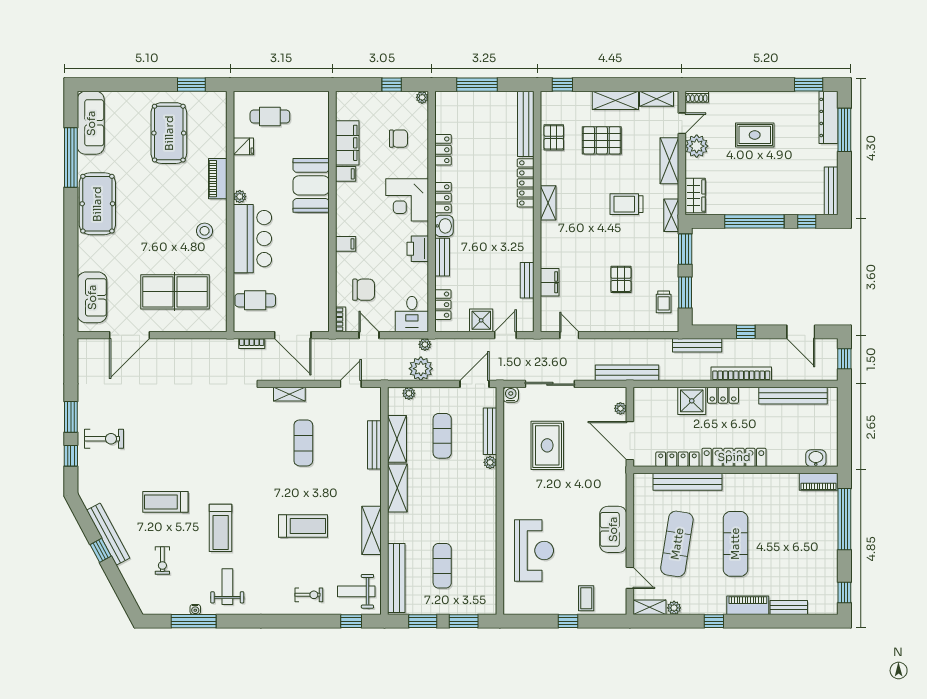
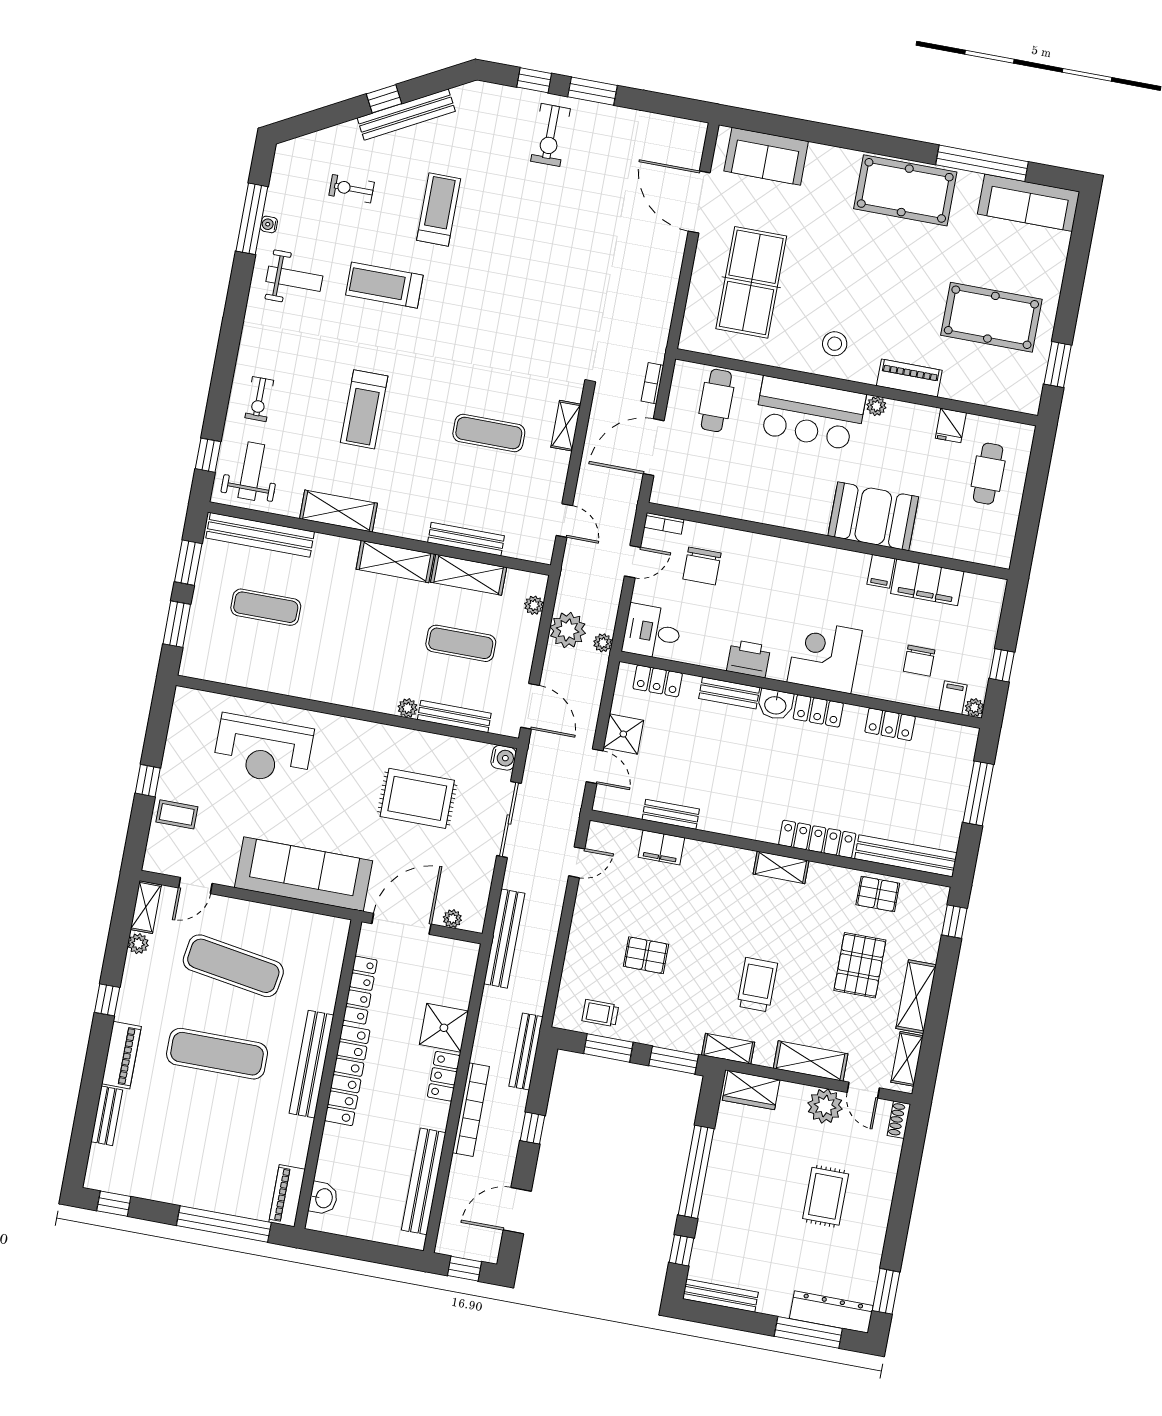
filing cabinet: (346, 244) -> (953, 698), moved, turned 180
bench: (688, 482) -> (312, 1064), moved
sofa: (613, 529) -> (303, 874), width x1.85, depth x1.27

